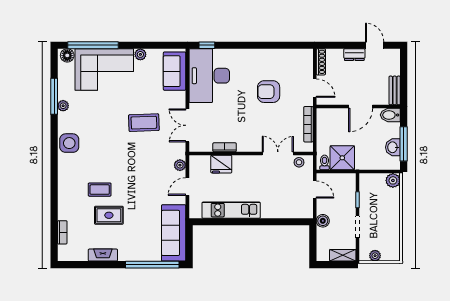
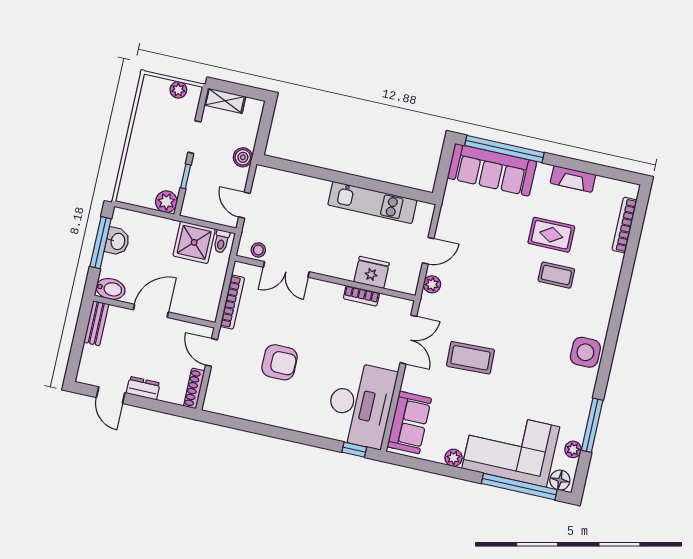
plant: (63, 106) -> (573, 449), moved
plant: (393, 180) -> (166, 202), moved
bookcase: (62, 232) -> (624, 225), width x1.56
sofa: (174, 233) -> (492, 170), moved, turned 90

